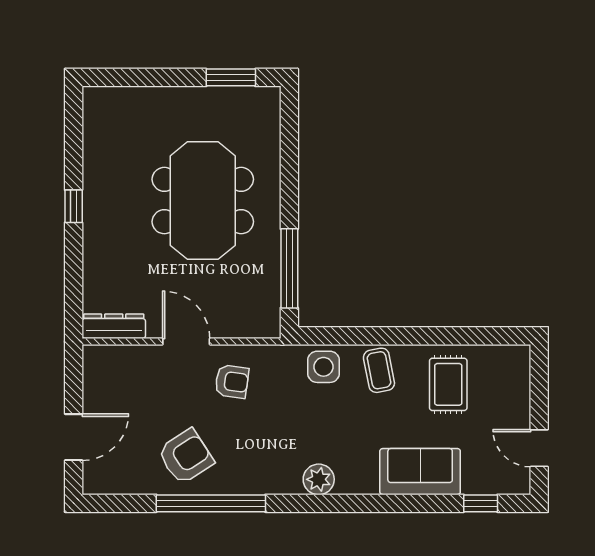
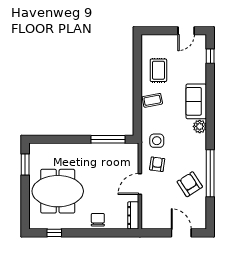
meeting table: (203, 201) -> (58, 191), moved
window: (74, 206) -> (54, 233), moved
chair: (104, 245) -> (98, 220), added
side table: (323, 367) -> (157, 141), moved
rug: (448, 384) -> (158, 70), turned 90
sofa: (420, 472) -> (196, 101), moved

